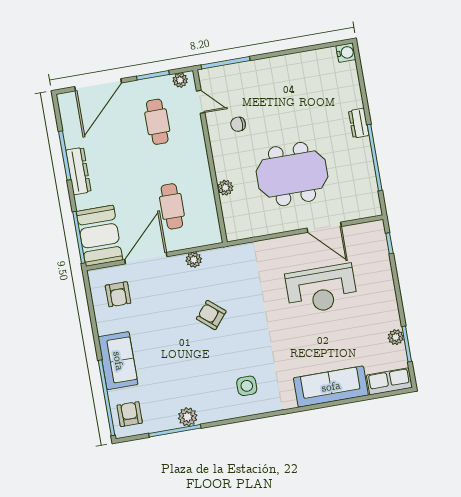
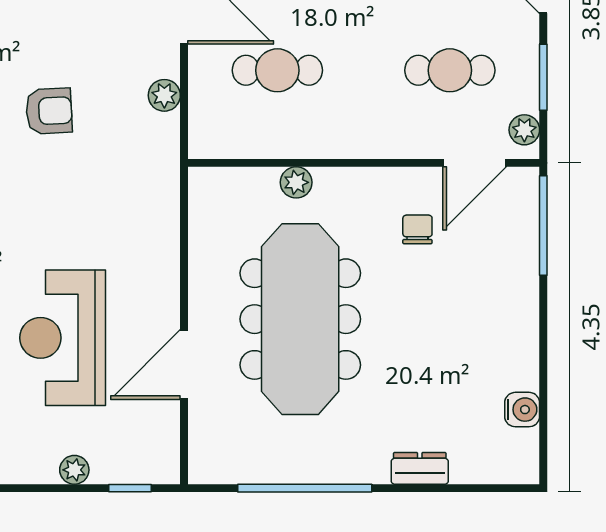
water cooler: (346, 53) -> (522, 410), moved, turned -90
door: (201, 102) -> (475, 163), width x1.38
dresser: (359, 123) -> (420, 468), moved
meeting table: (292, 174) -> (300, 319), width x1.36
plant: (385, 272) -> (74, 470), added
armchair: (211, 315) -> (49, 111), turned 47

